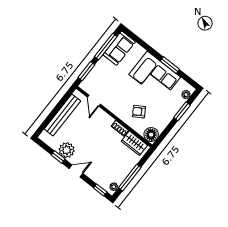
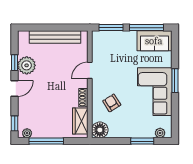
window: (170, 65) -> (175, 81), moved
door: (94, 101) -> (90, 70), moved
door: (76, 171) -> (15, 88), hinge flipped

